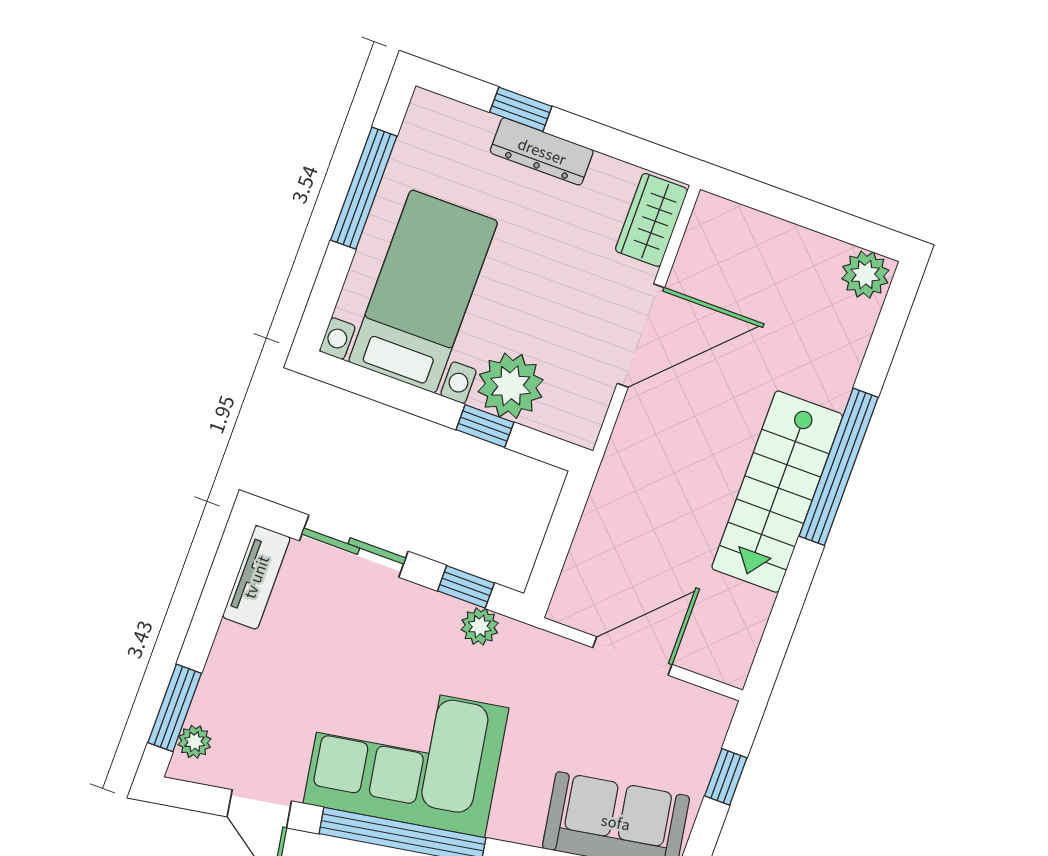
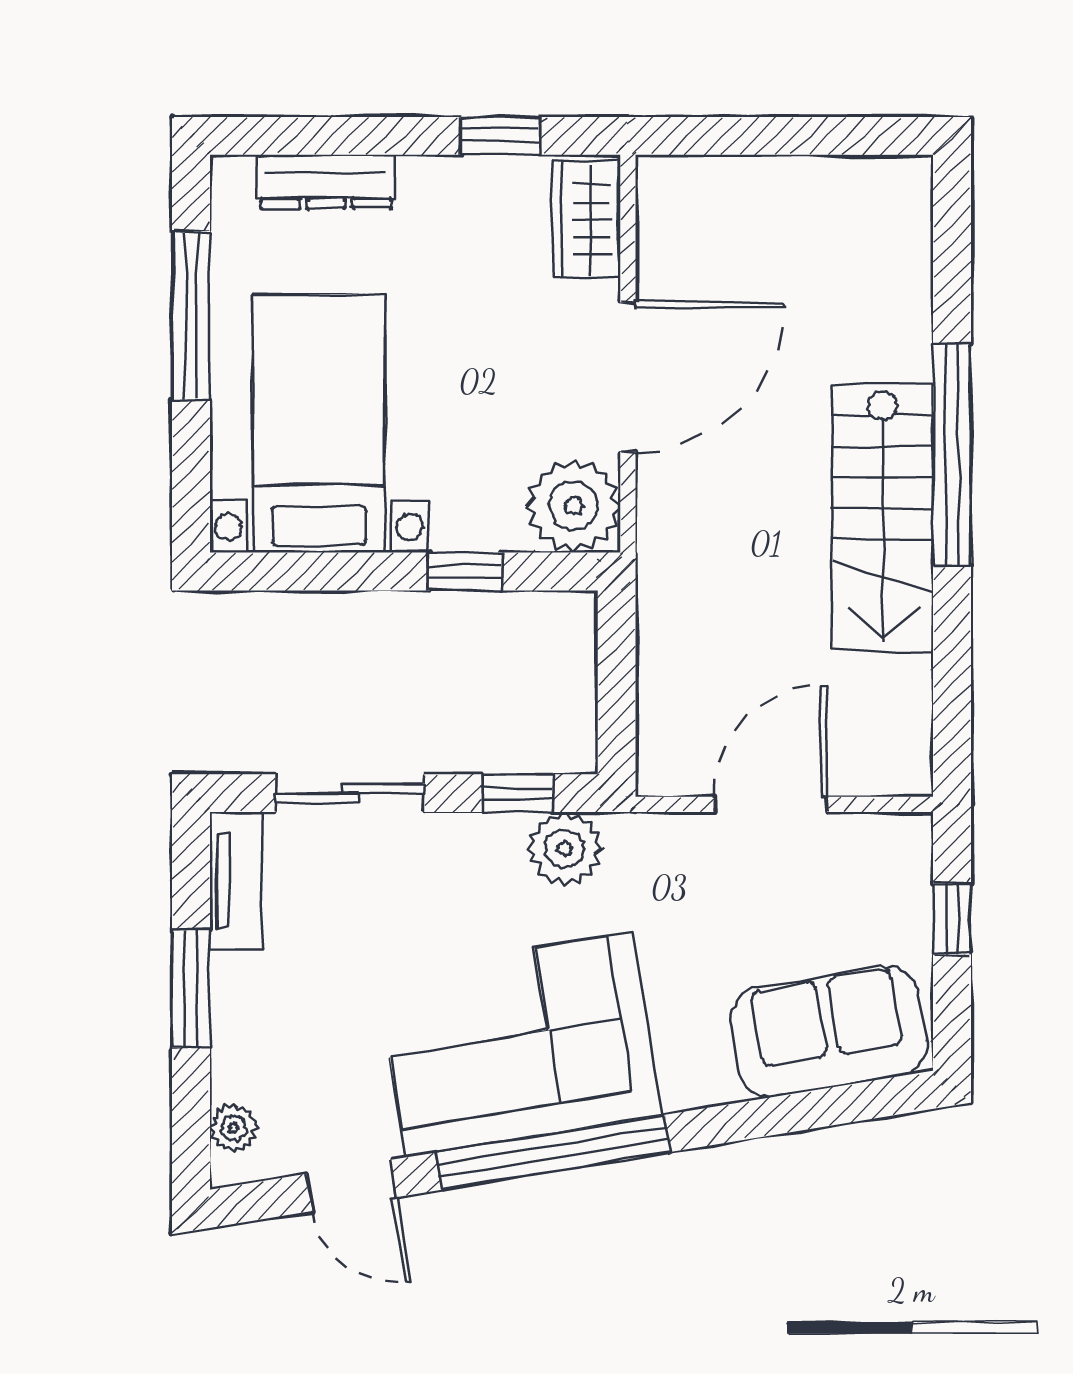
window: (521, 109) -> (500, 136), moved
dresser: (542, 151) -> (326, 182), moved
plant: (865, 275) -> (895, 189), removed
plant: (511, 386) -> (574, 506), moved
plant: (480, 626) -> (565, 849), width x1.38, depth x1.38
window: (175, 708) -> (191, 989), moved

